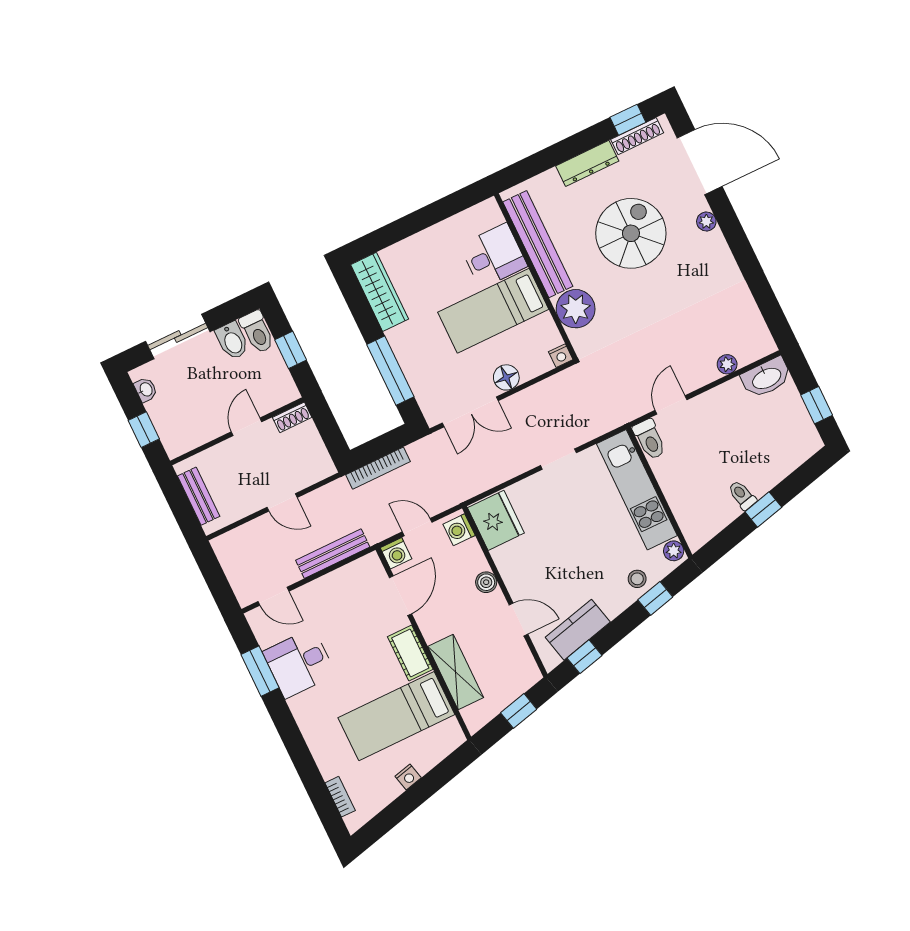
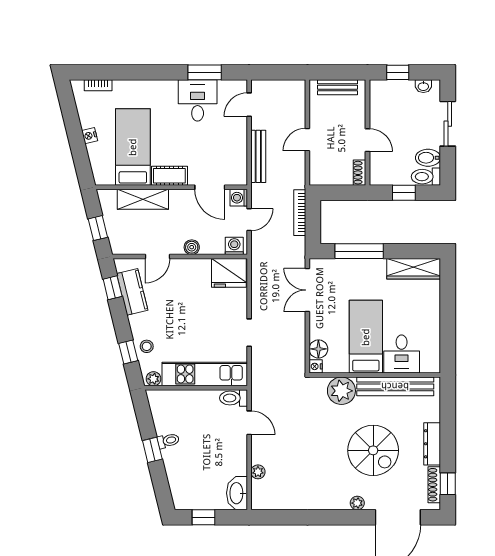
floor lamp: (506, 377) -> (318, 349), moved

